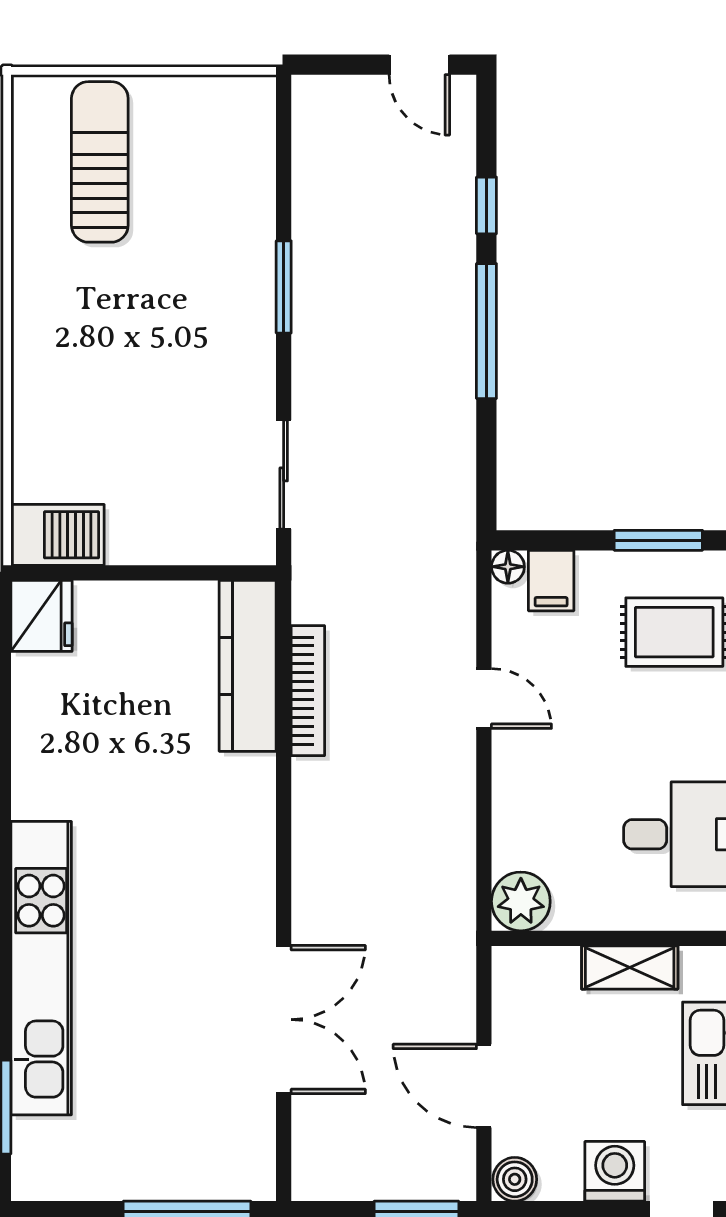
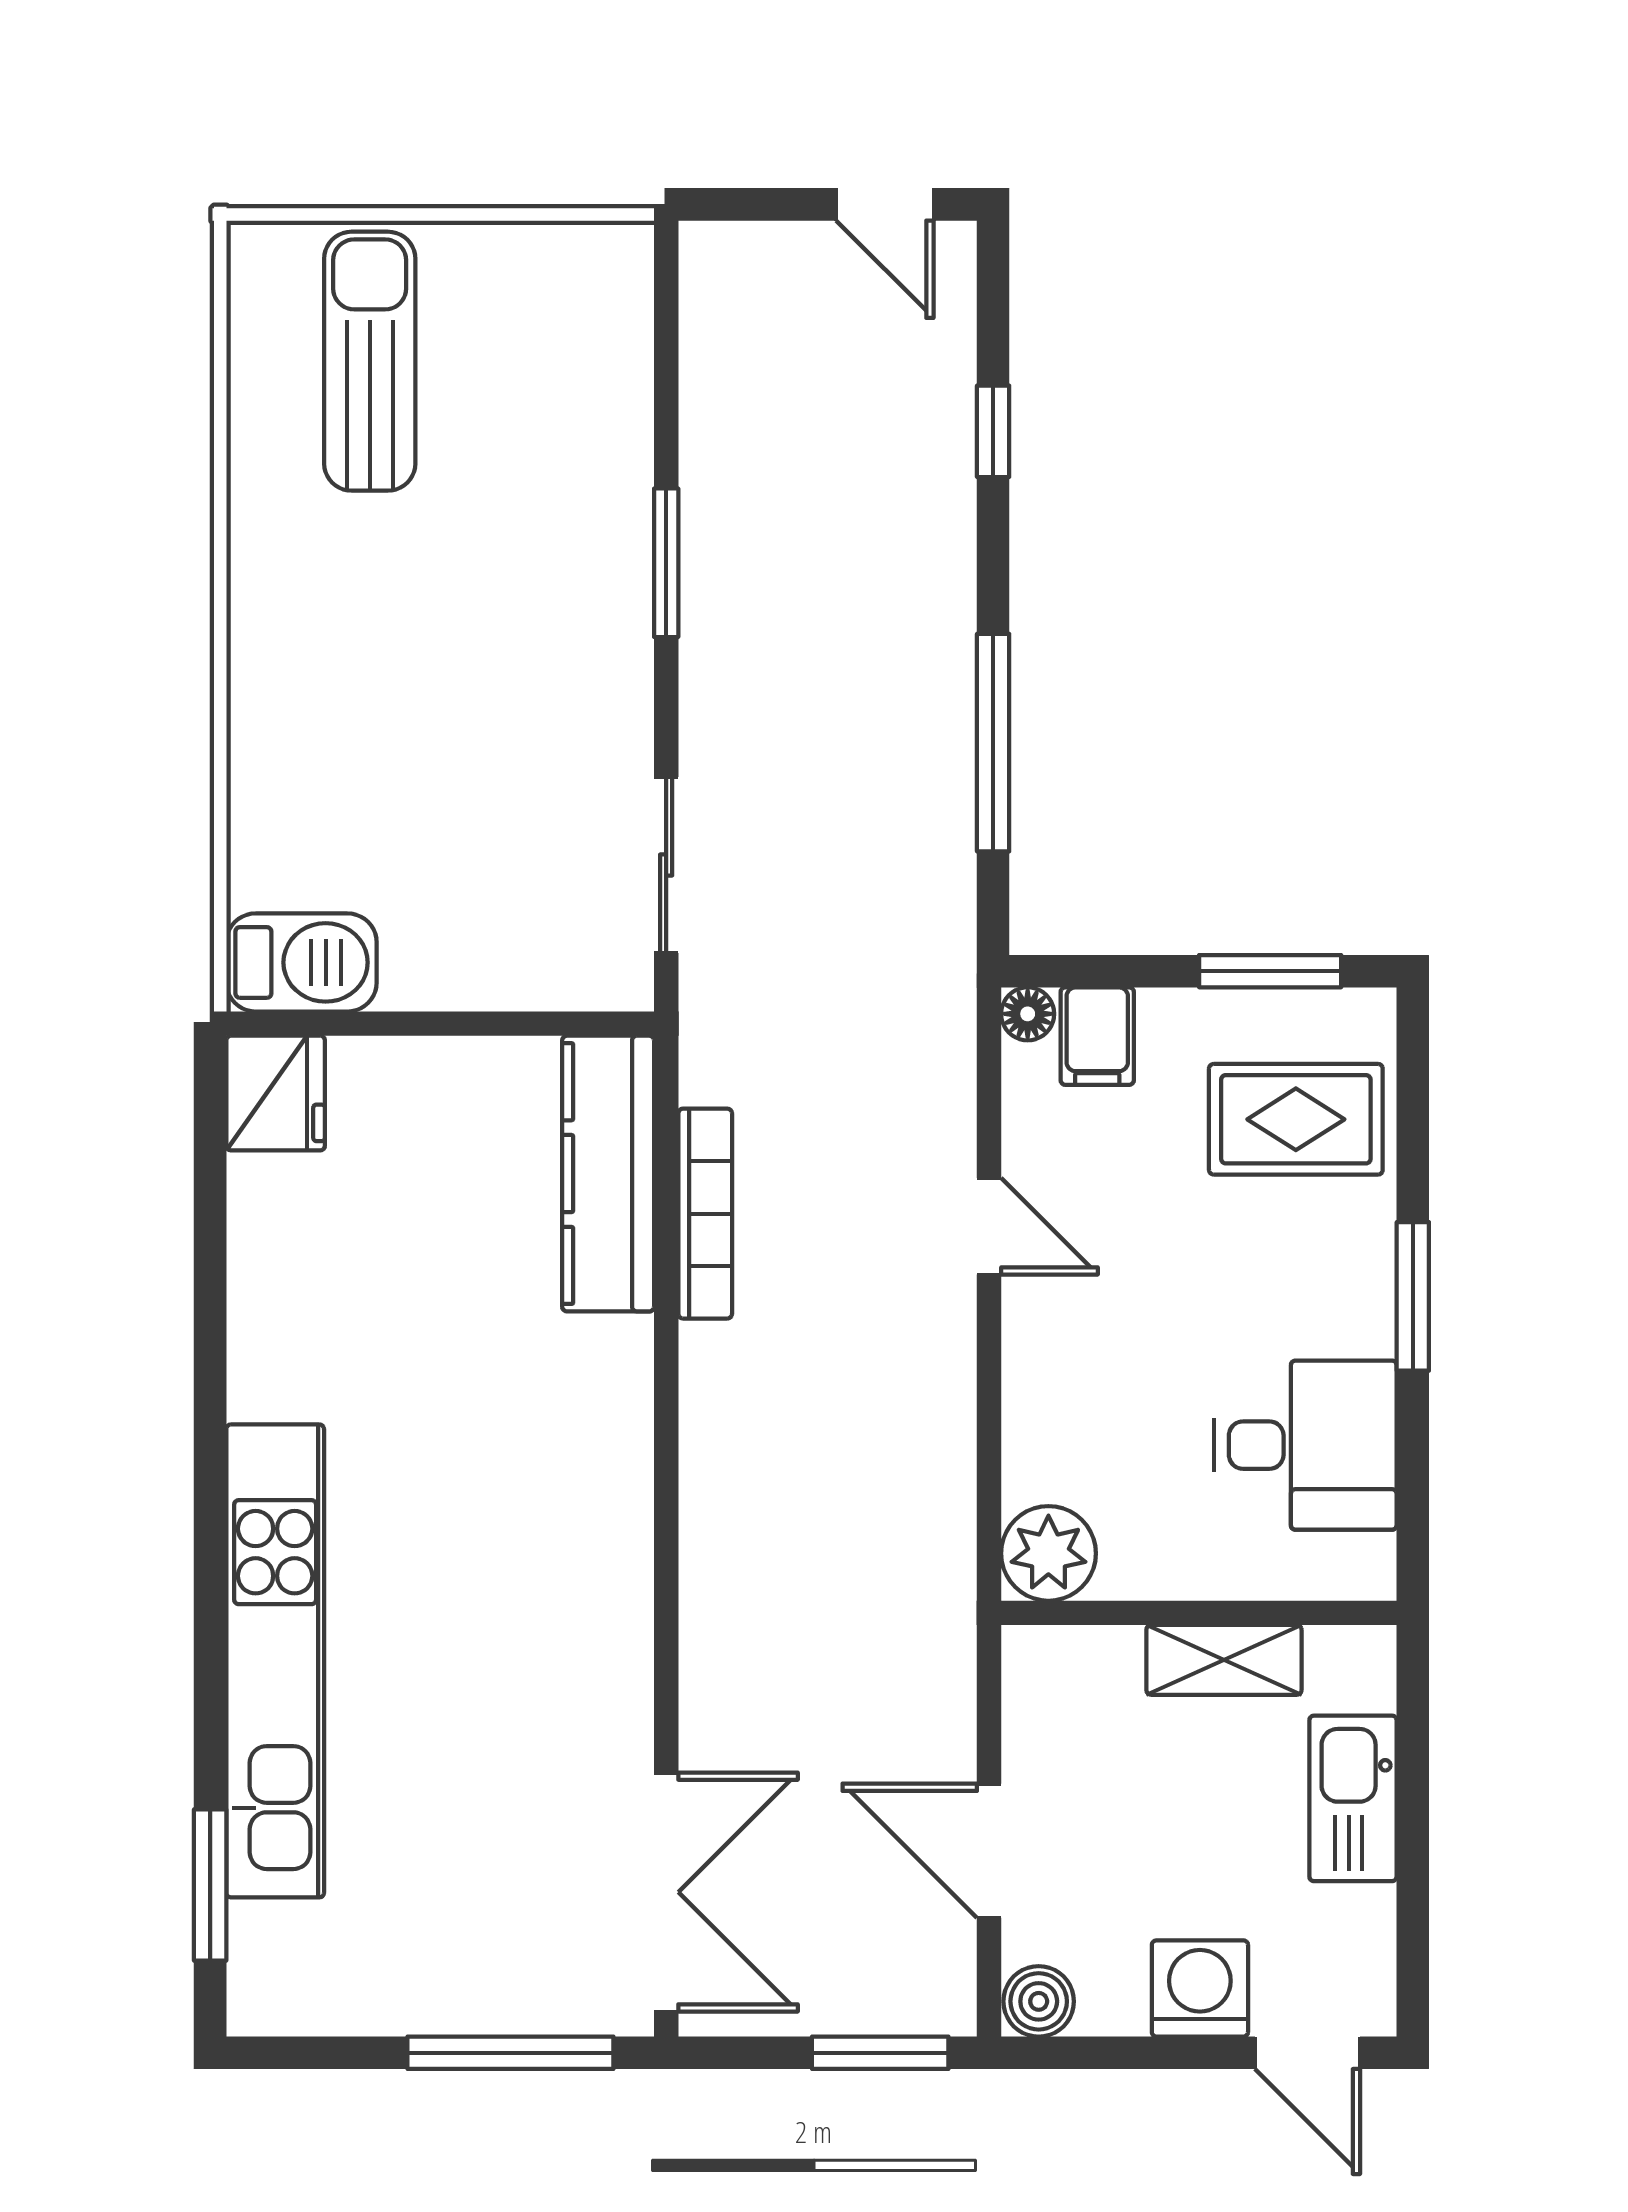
window: (486, 331) -> (993, 743), moved
double door: (284, 1020) -> (666, 1892), moved

